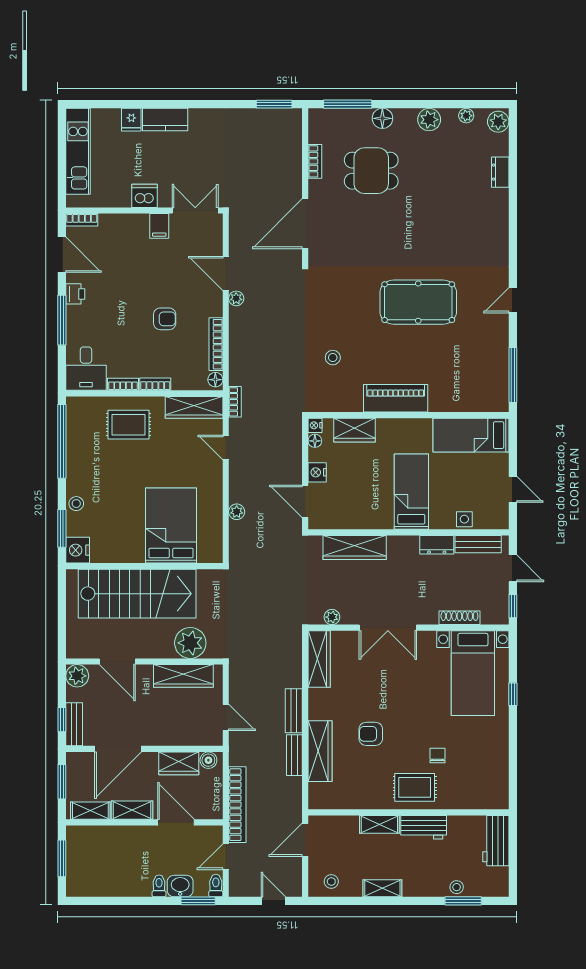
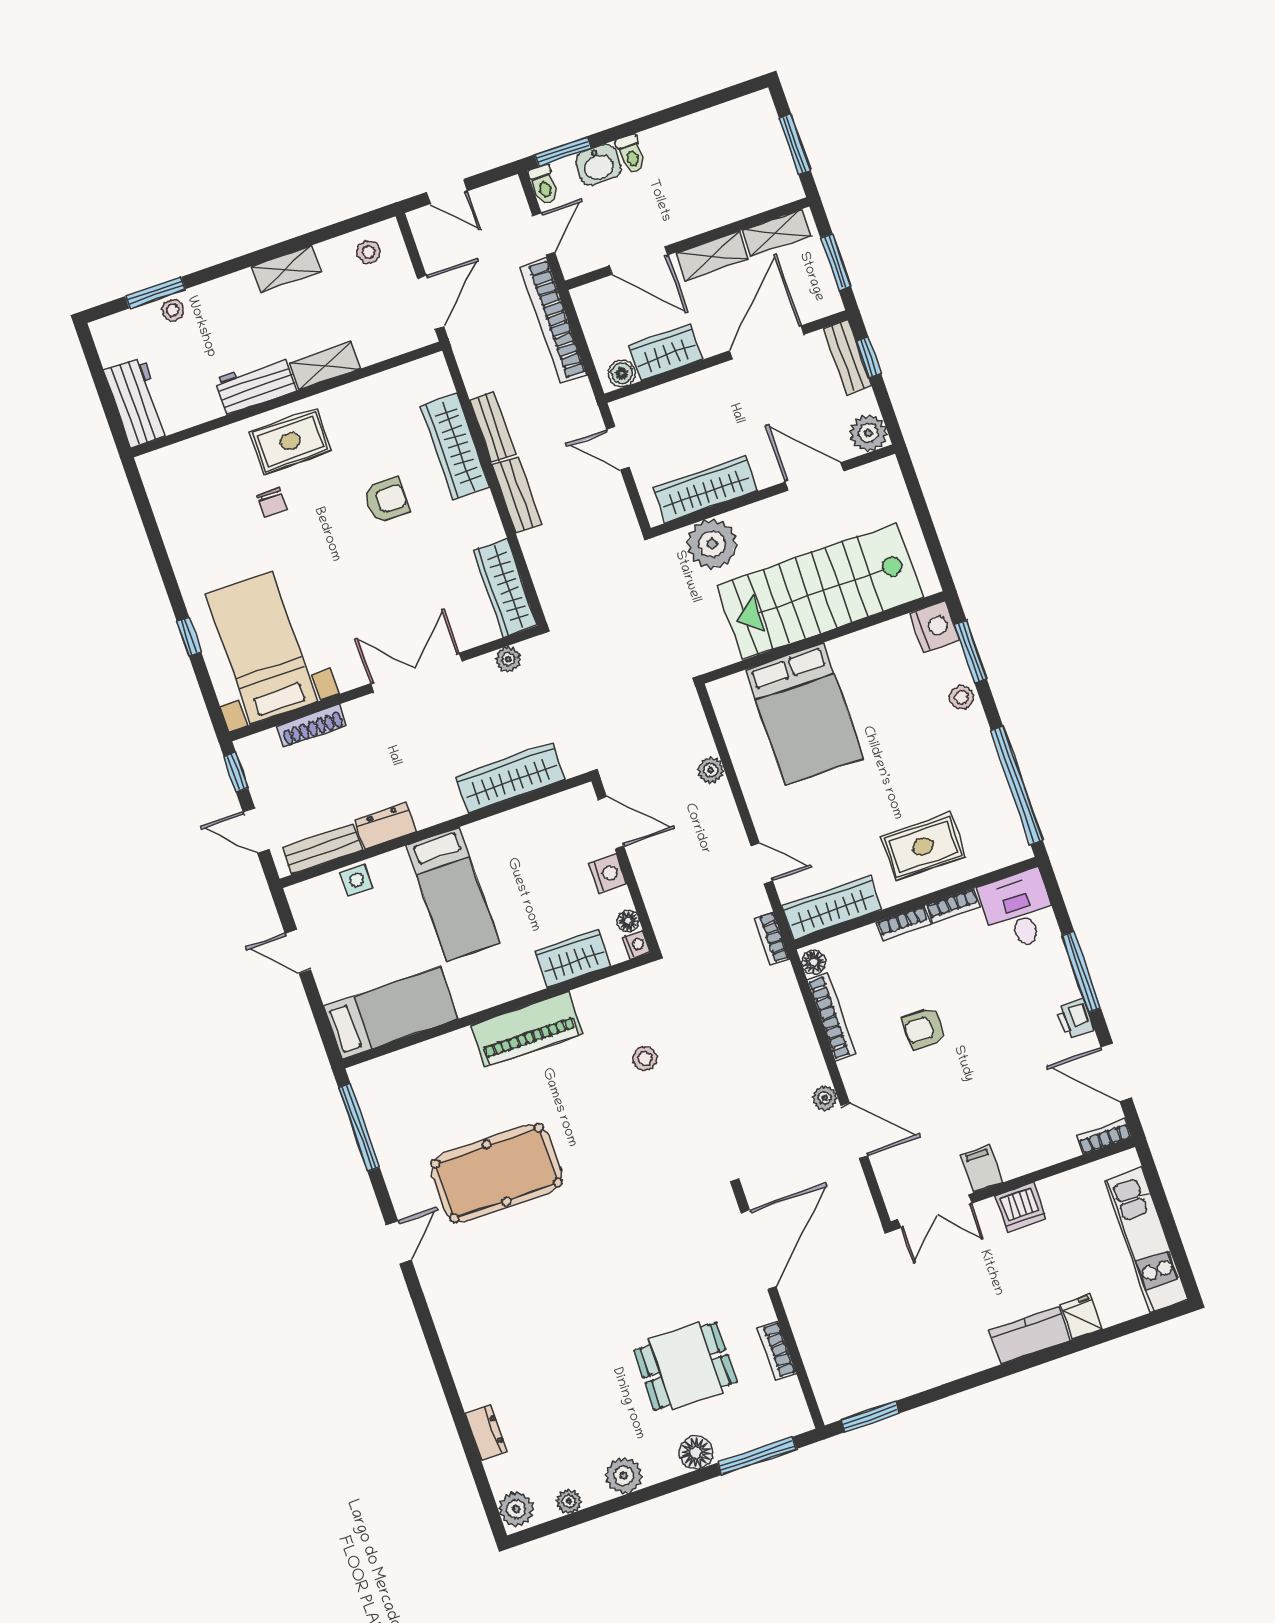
pool table: (418, 302) -> (497, 1173), moved

